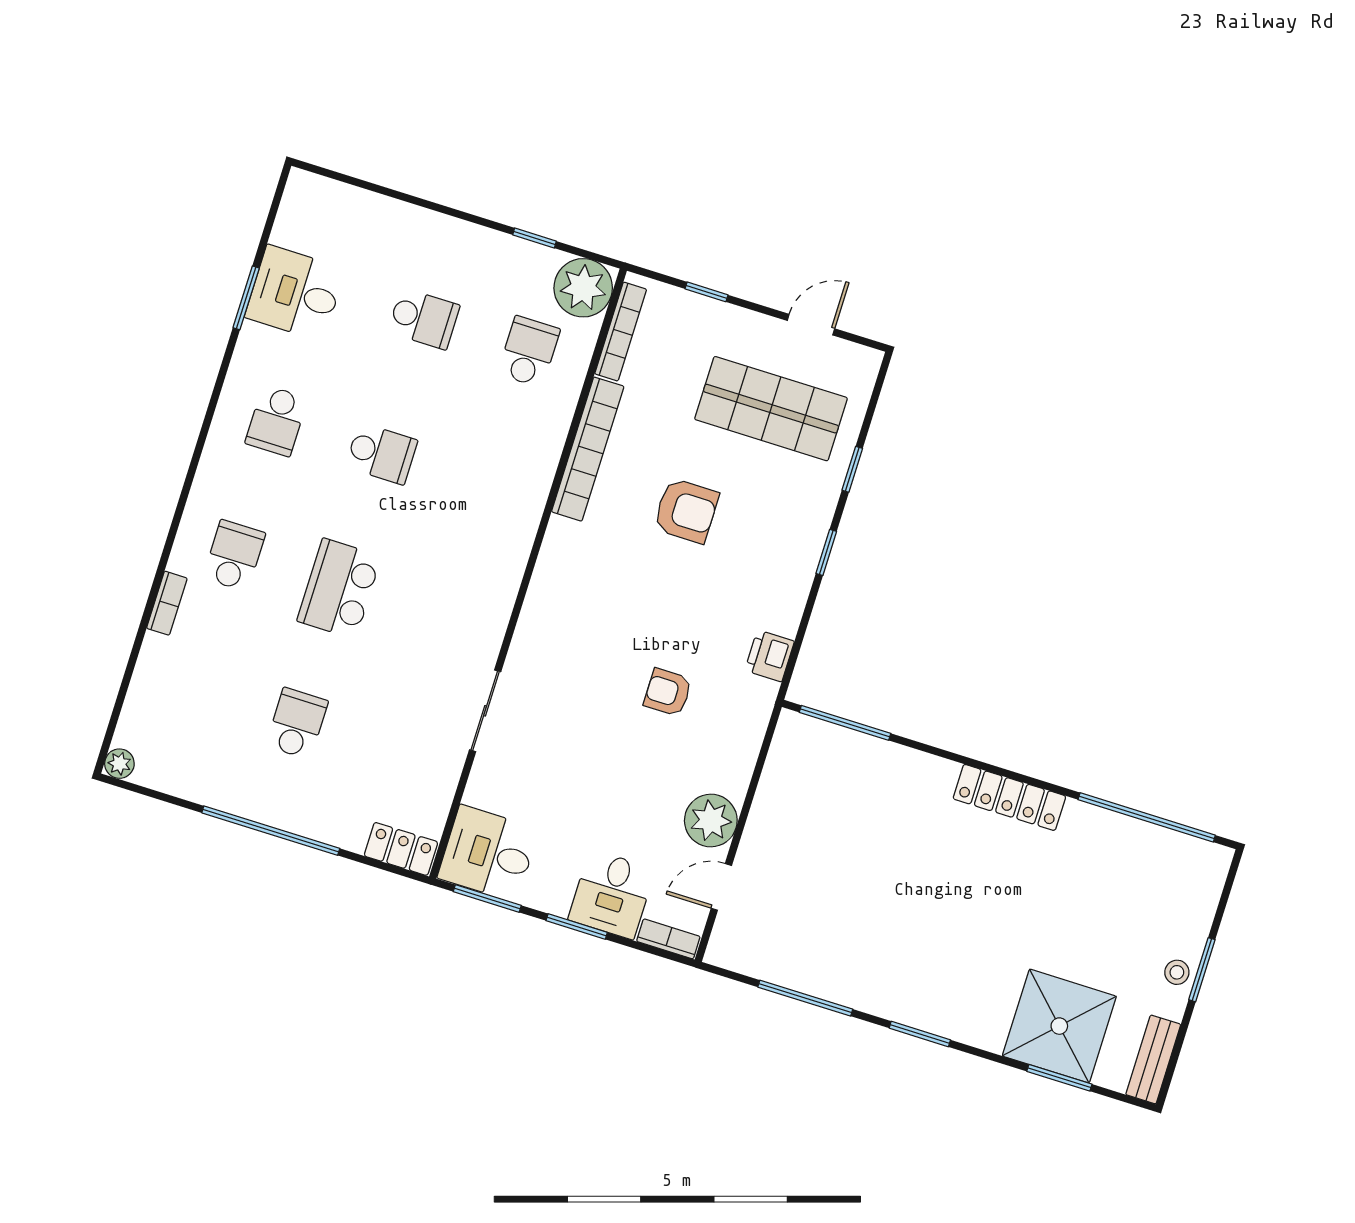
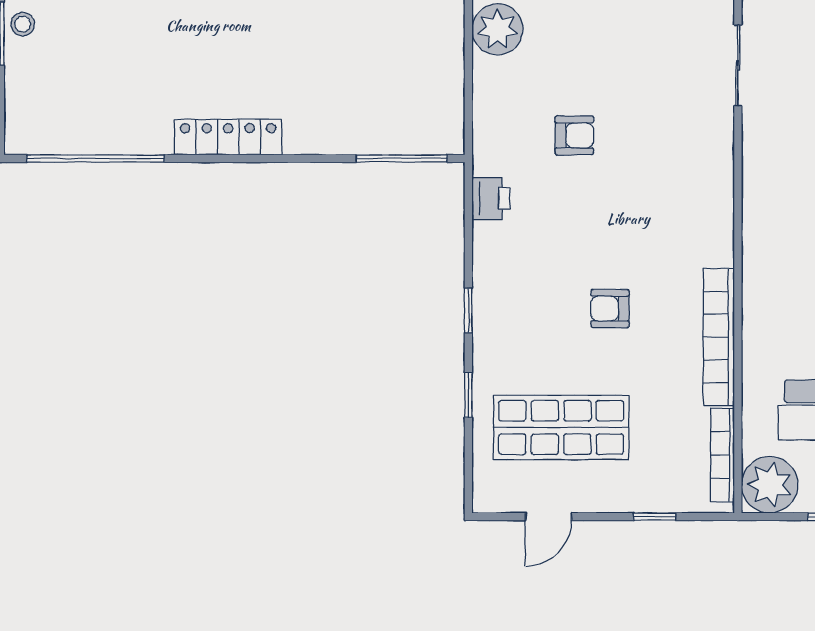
armchair: (686, 511) -> (610, 309), width x0.72, depth x0.72

